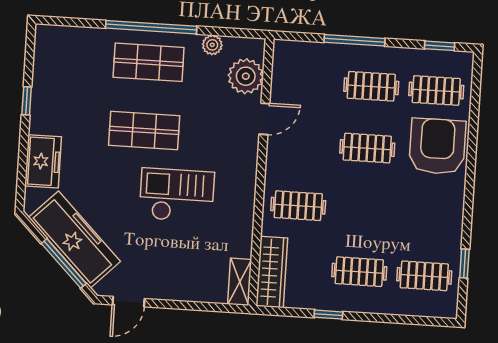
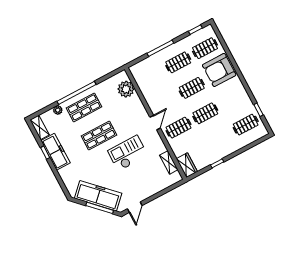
plant: (212, 45) -> (58, 110), moved
shelving: (45, 48) -> (39, 127), added
door: (264, 119) -> (155, 123), moved
armchair: (437, 146) -> (219, 70), turned -90
freezer: (43, 161) -> (55, 152), moved, width x1.40
wardrobe: (272, 272) -> (187, 165), width x0.67
clothes rail: (359, 272) -> (205, 113), moved
shelving: (240, 282) -> (169, 162), moved

